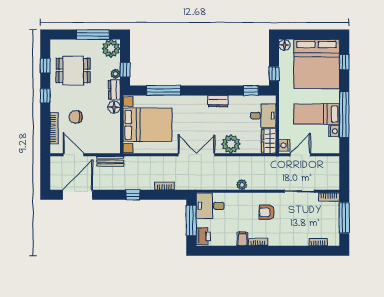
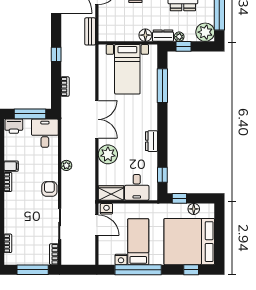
floor lamp: (284, 45) -> (194, 209), moved
bed with nightstands: (148, 125) -> (127, 69), width x0.73
armchair: (267, 212) -> (49, 189), moved

